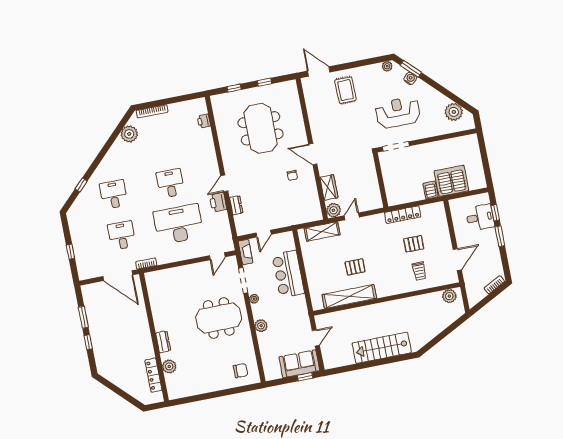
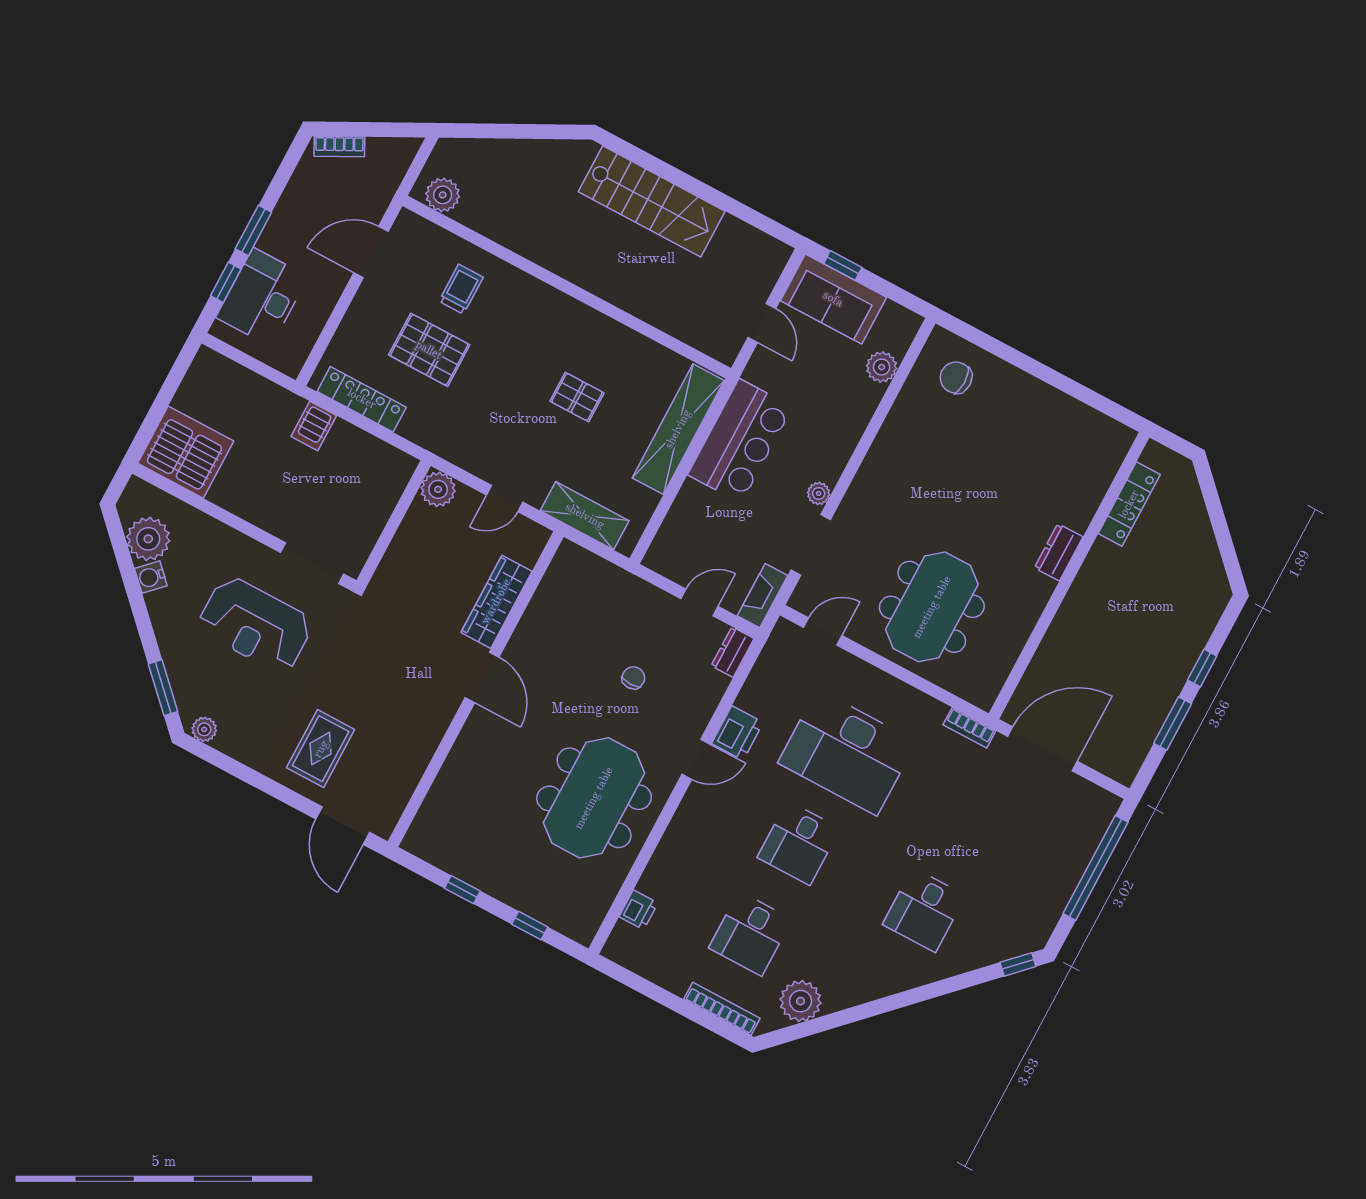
water cooler: (410, 78) -> (151, 577), moved
meeting table: (261, 128) -> (594, 798), moved
chair: (292, 175) -> (633, 678), moved
server rack: (451, 181) -> (186, 452), moved, turned 180
window: (81, 185) -> (1018, 964), moved
wardrobe: (329, 187) -> (496, 602), width x1.50
dresser: (236, 205) -> (733, 652), moved
plant: (334, 210) -> (438, 489), moved
locker: (403, 215) -> (362, 399), moved
desk: (480, 217) -> (262, 297), width x1.37
desk: (122, 235) -> (750, 934), moved
pallet: (414, 244) -> (429, 350), width x1.50, depth x1.42
window: (70, 252) -> (1095, 868), width x3.17
bar counter: (288, 274) -> (740, 441), moved
door: (118, 276) -> (1043, 749), hinge flipped
shelving: (349, 296) -> (678, 429), moved, turned 90
meeting table: (219, 318) -> (932, 607), moved, turned 90
plant: (261, 326) -> (882, 367), moved
door: (316, 338) -> (762, 323), swing flipped
plant: (169, 366) -> (1086, 496), removed

